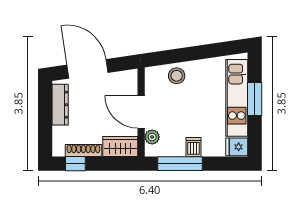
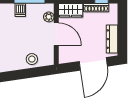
door: (87, 69) -> (93, 64), hinge flipped

